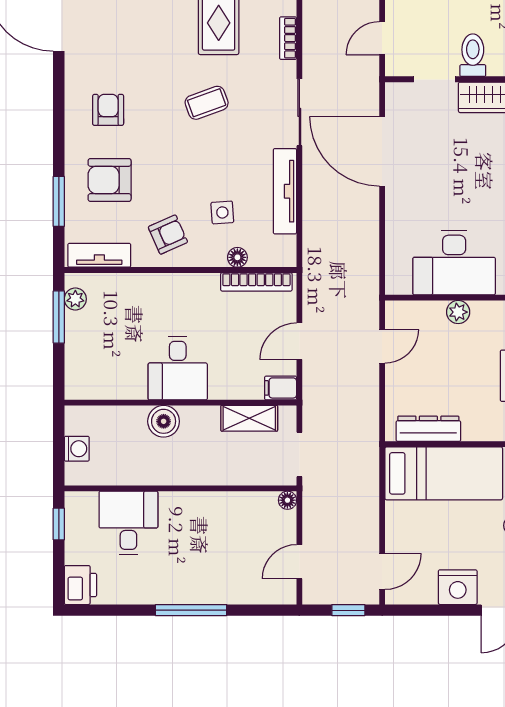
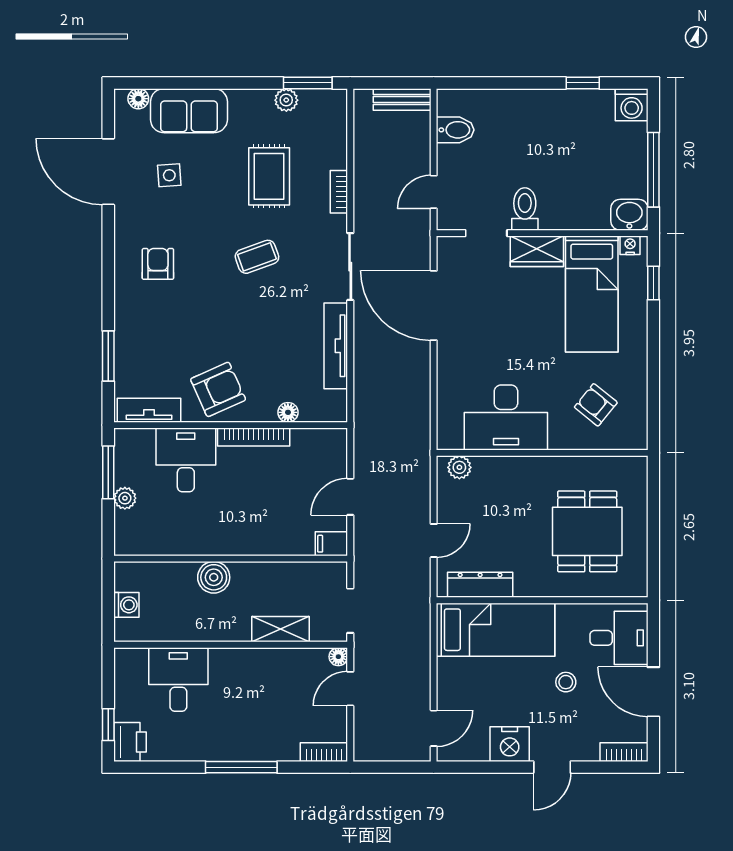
armchair: (110, 180) -> (159, 334), removed
side table: (222, 212) -> (169, 175), moved
armchair: (168, 235) -> (218, 389), width x1.38, depth x1.38
bookcase: (256, 282) -> (254, 437), moved
plant: (75, 299) -> (125, 498), moved
plant: (458, 312) -> (459, 467), moved
door: (382, 346) -> (434, 541), moved
desk: (178, 368) -> (186, 460), moved, turned 180
shelving: (249, 418) -> (280, 629), moved
window: (59, 524) -> (108, 725), moved
door: (299, 562) -> (350, 689), moved
bookcase: (273, 595) -> (324, 752), added
window: (348, 610) -> (400, 767), removed

